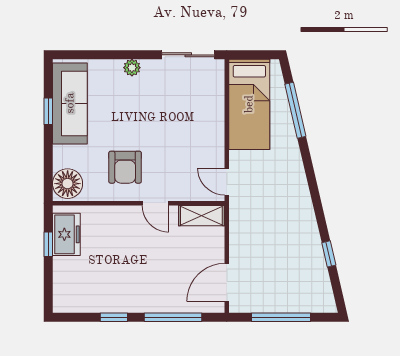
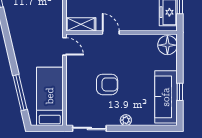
armchair: (125, 167) -> (107, 84), moved, turned 90

